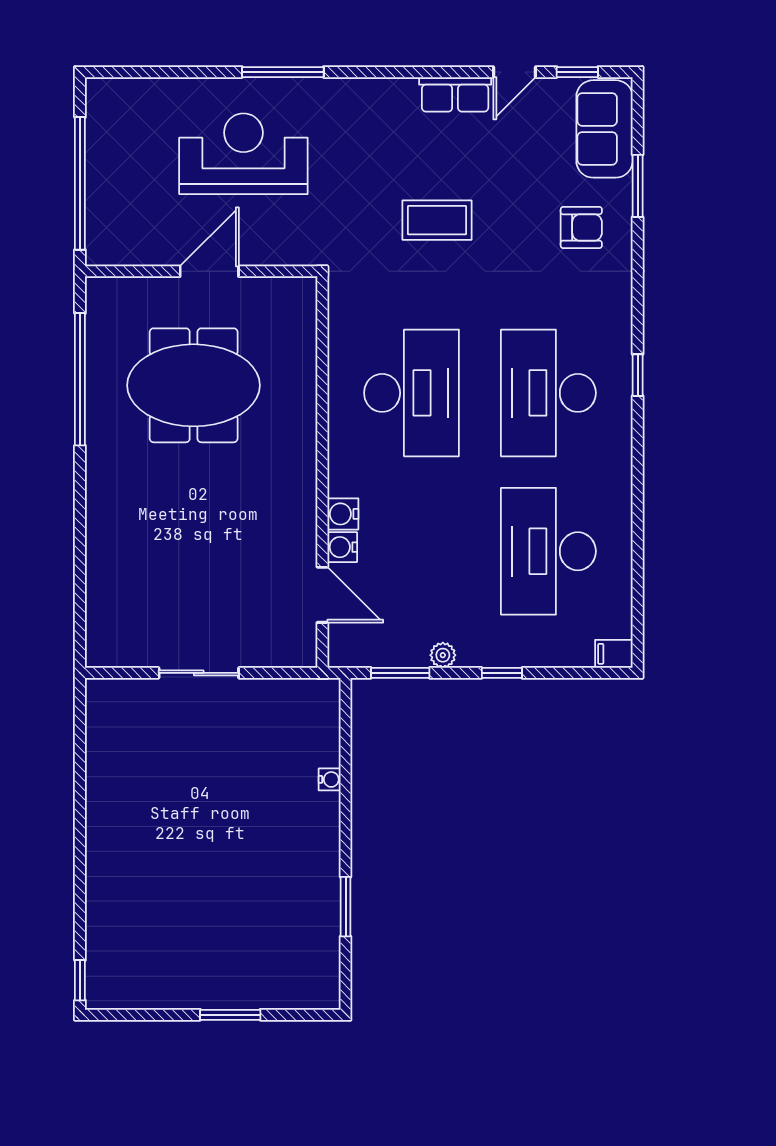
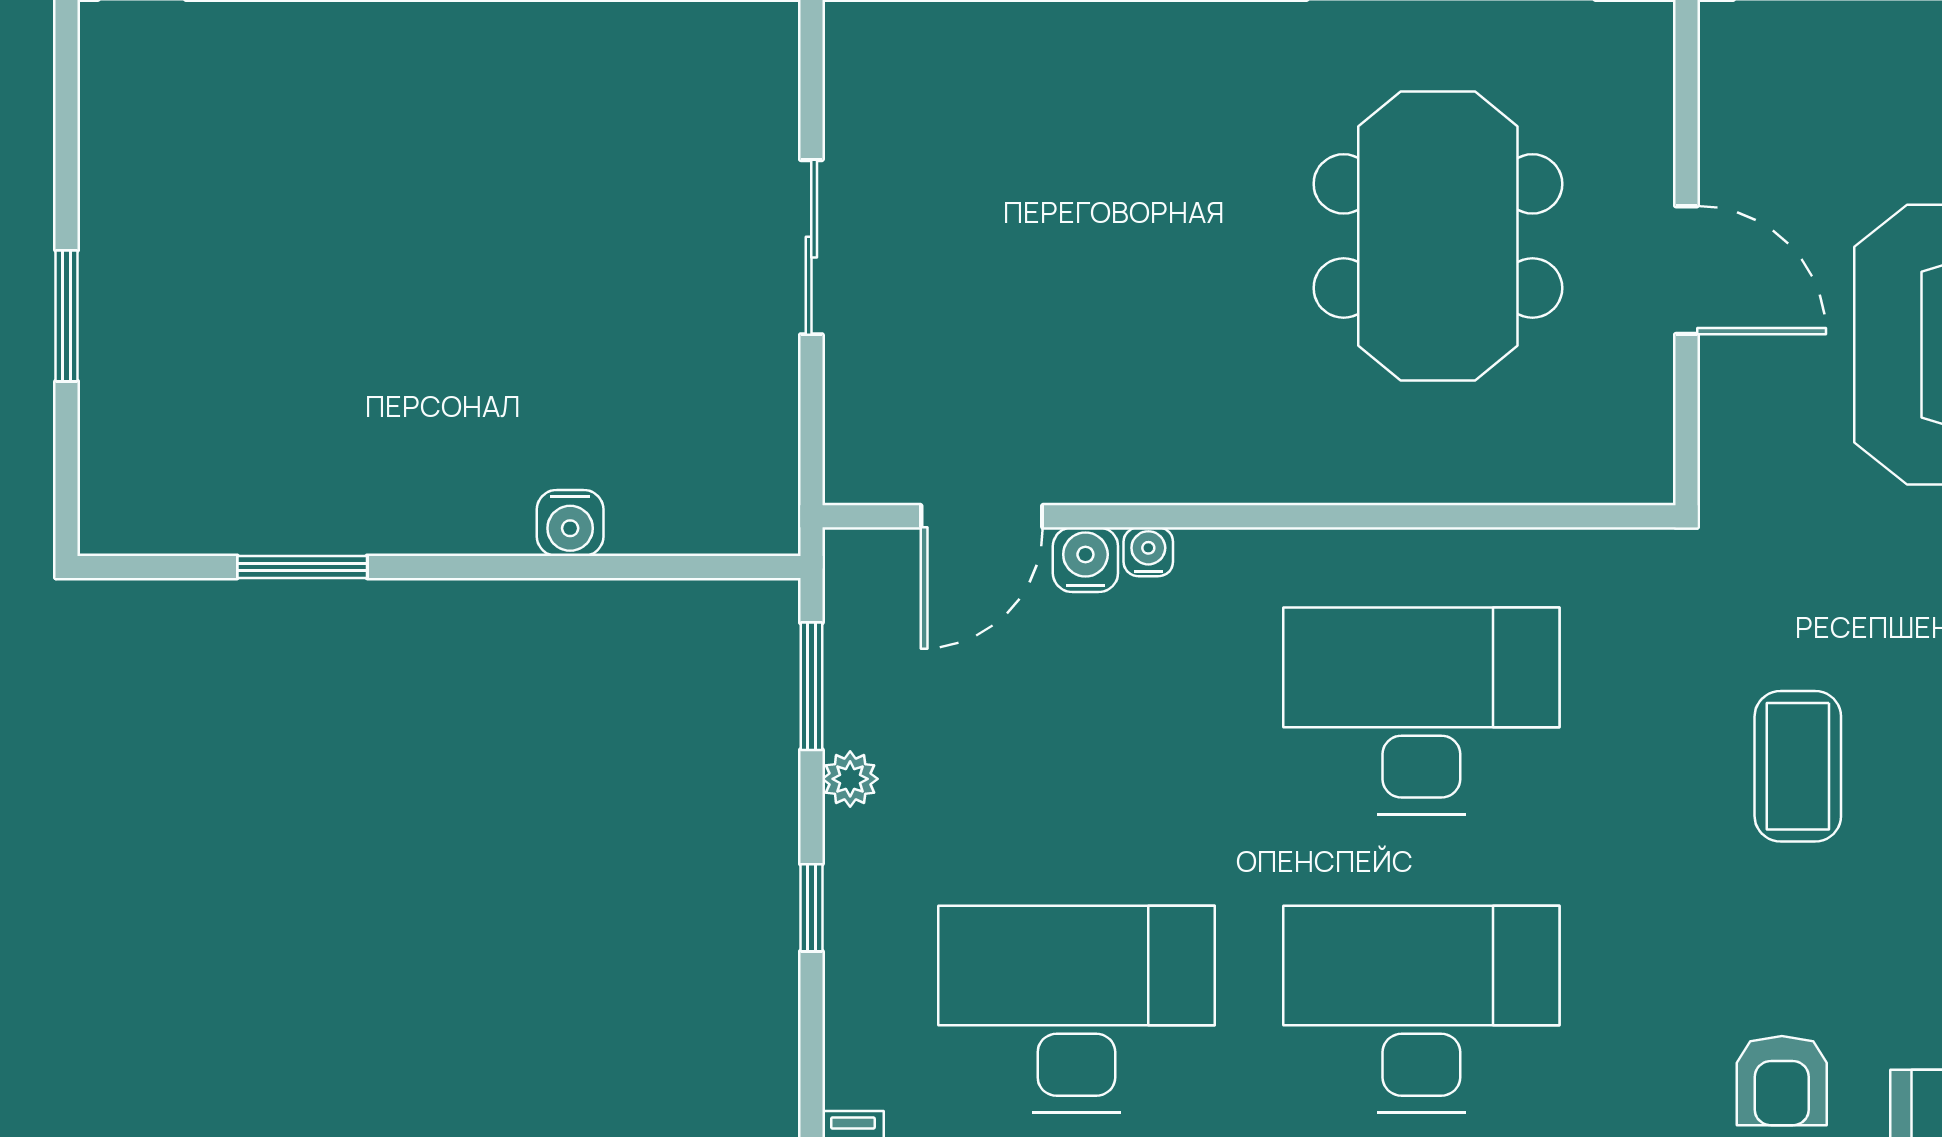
desk: (412, 393) -> (1421, 711), turned 180
water cooler: (343, 514) -> (1148, 552), width x0.72, depth x0.72
water cooler: (330, 779) -> (570, 523), width x1.38, depth x1.38

